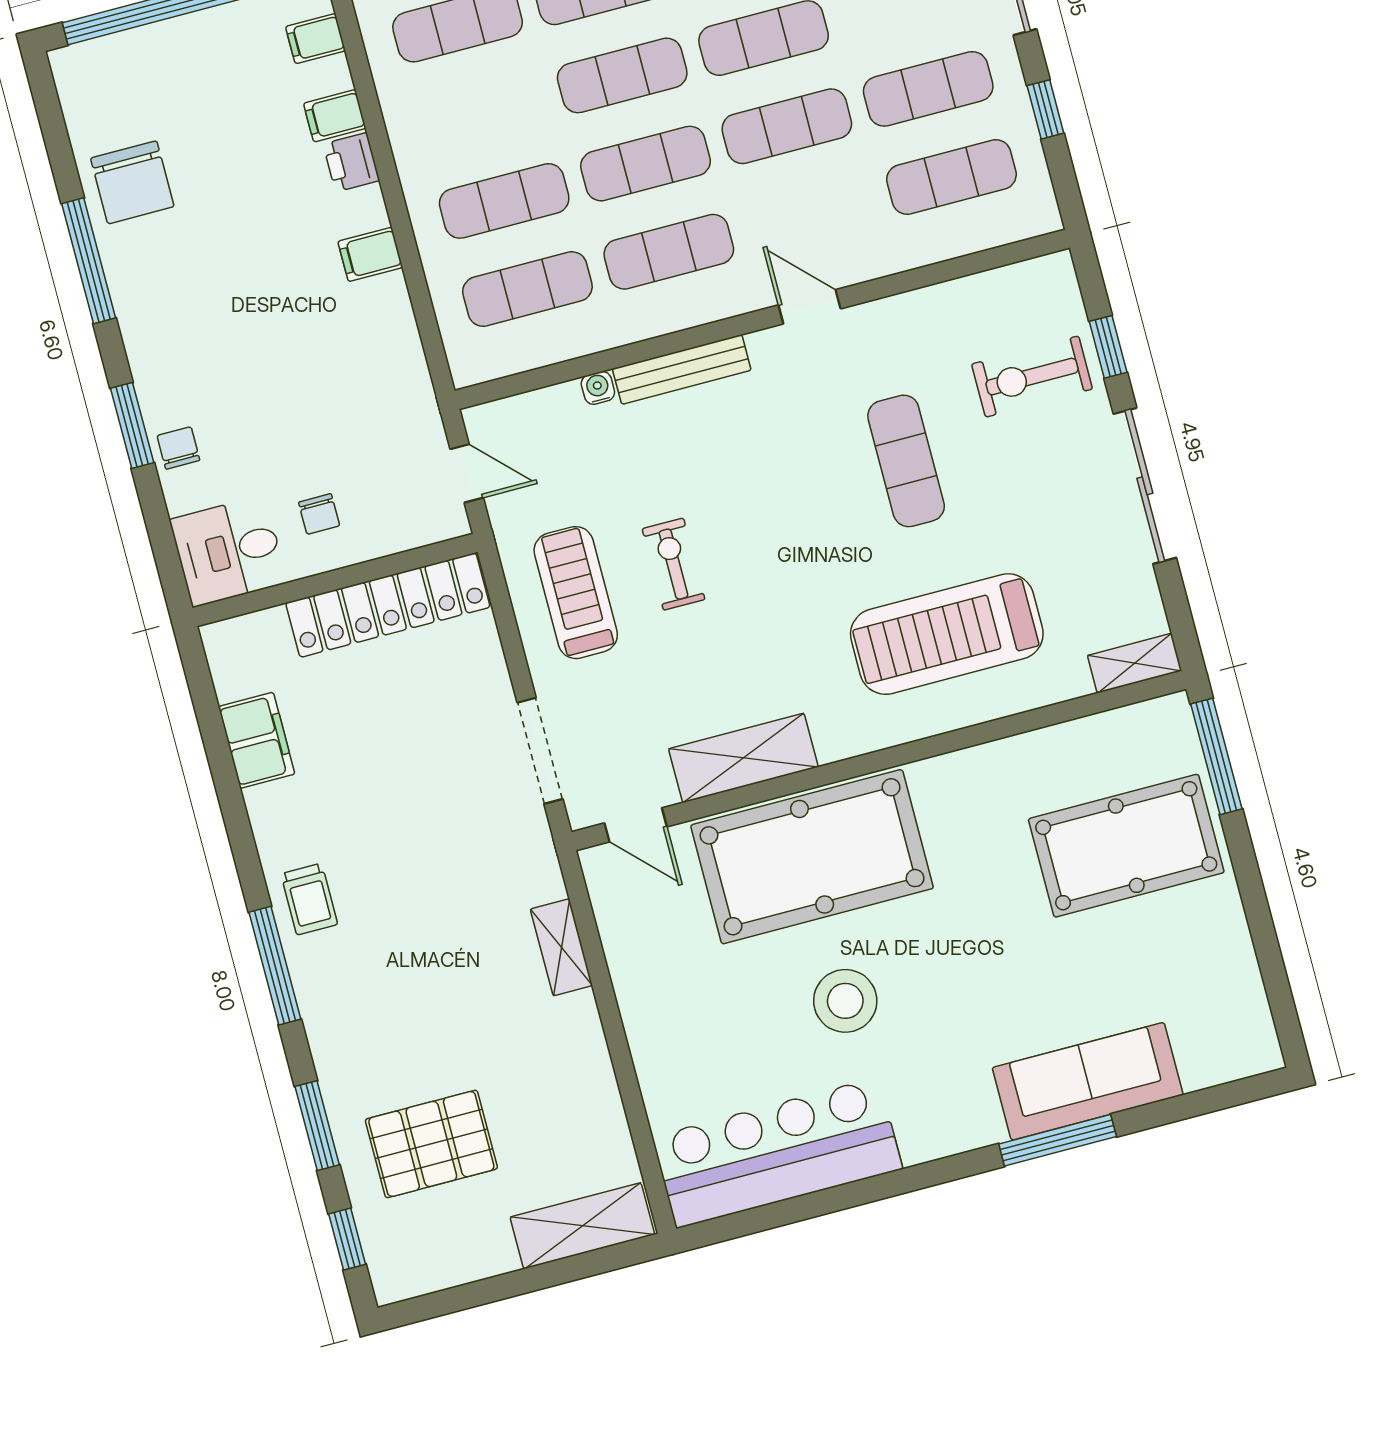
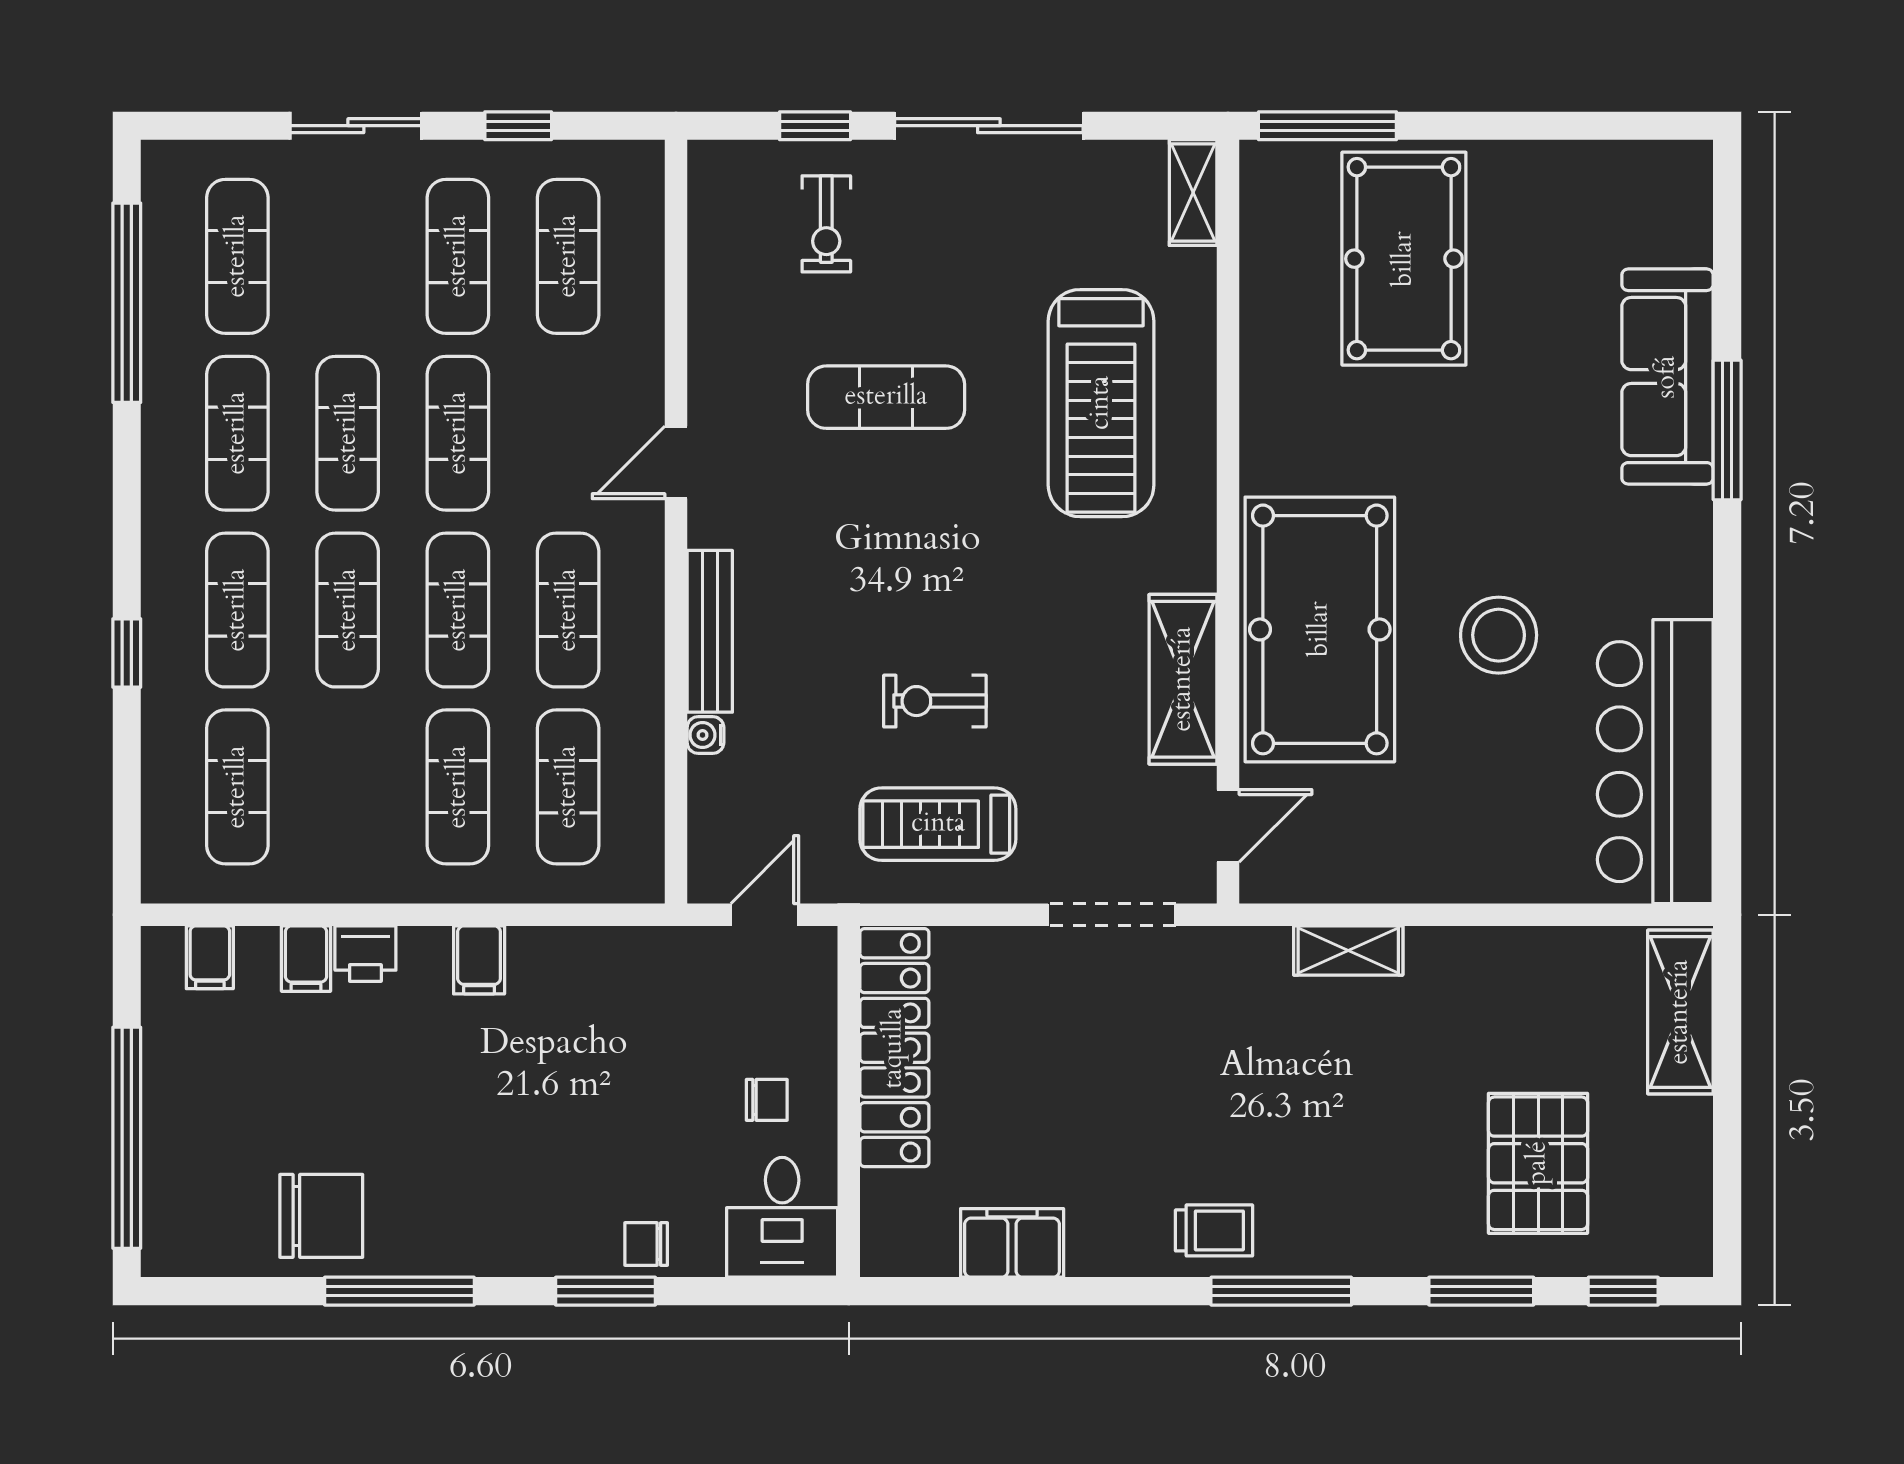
exercise bike: (1032, 377) -> (826, 224), width x0.73, depth x0.72

